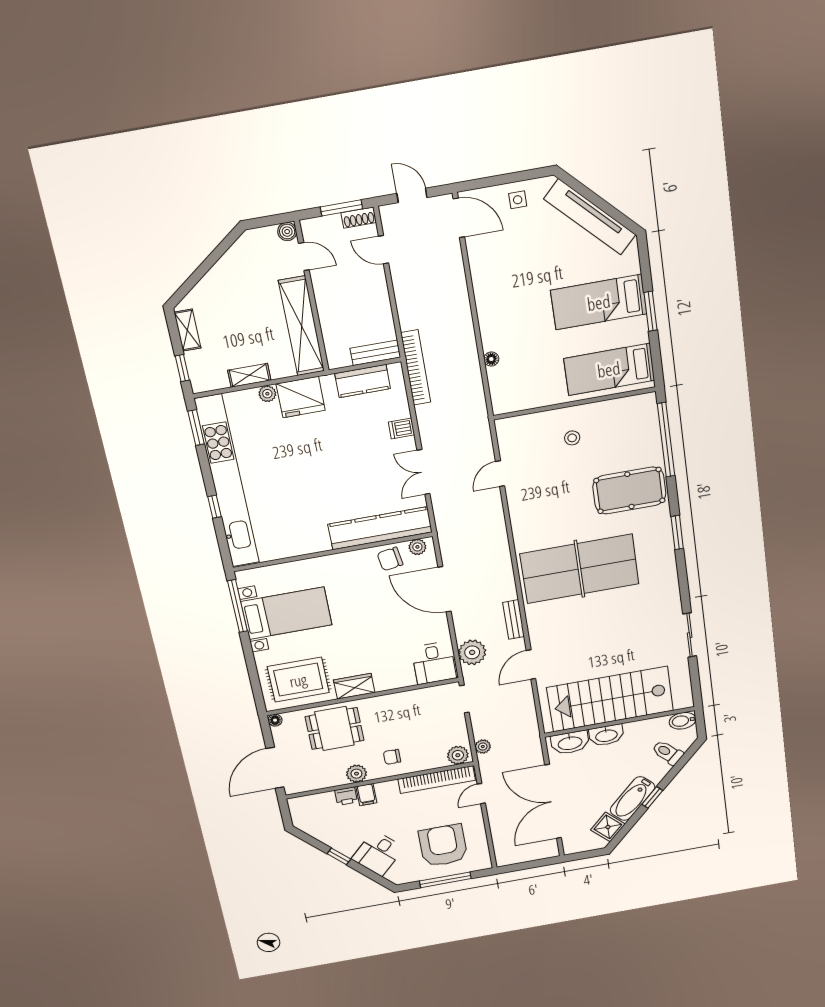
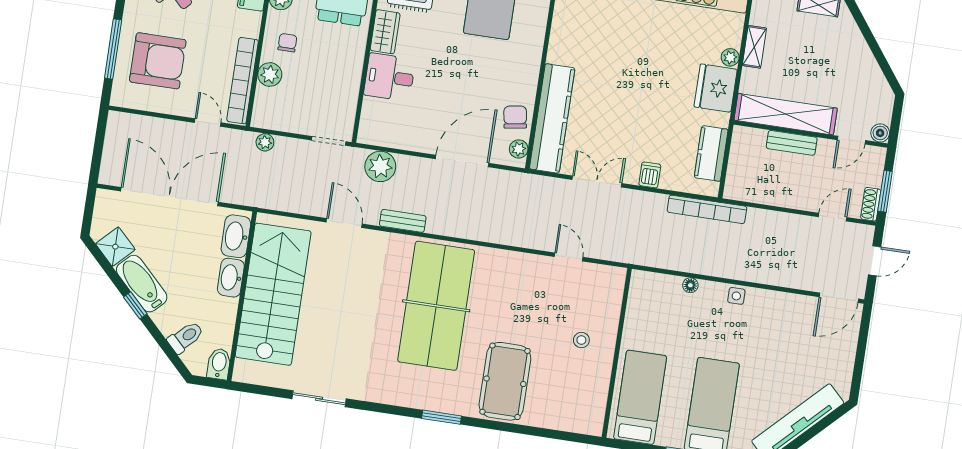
side table: (518, 200) -> (736, 296), moved
bench: (375, 353) -> (792, 143), moved, turned 90
window: (666, 440) -> (547, 433), removed
desk: (434, 663) -> (389, 77), moved
plant: (458, 755) -> (270, 75), moved

